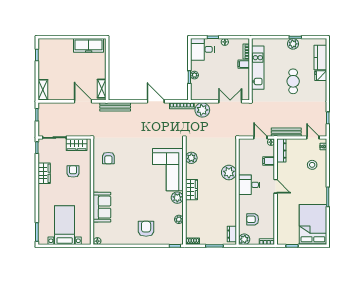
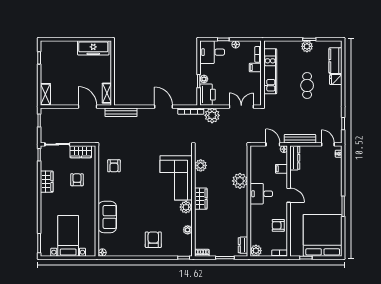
printer: (198, 90) -> (207, 95), added
stool: (312, 165) -> (327, 173), removed
armchair: (253, 219) -> (278, 225), moved
bed: (313, 225) -> (323, 235), width x1.36

